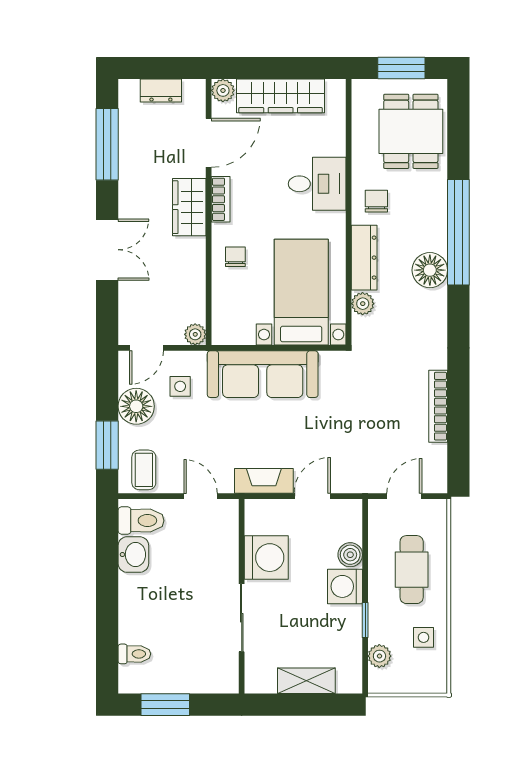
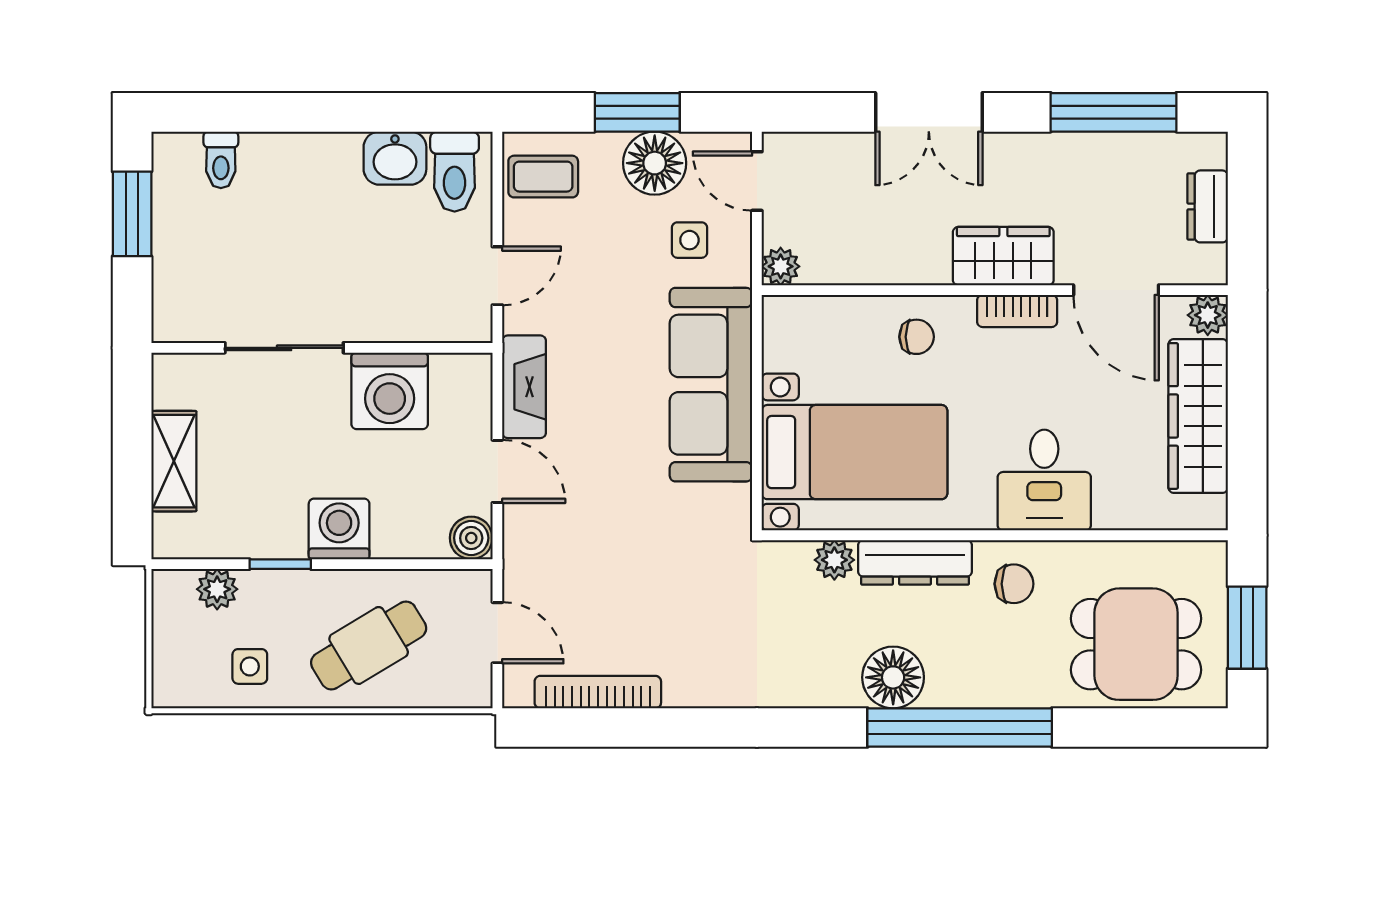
bookcase: (438, 406) -> (598, 692), moved
window: (107, 445) -> (637, 112), moved
boiler: (350, 555) -> (471, 538), moved
cafe table: (412, 570) -> (369, 645), turned -31

